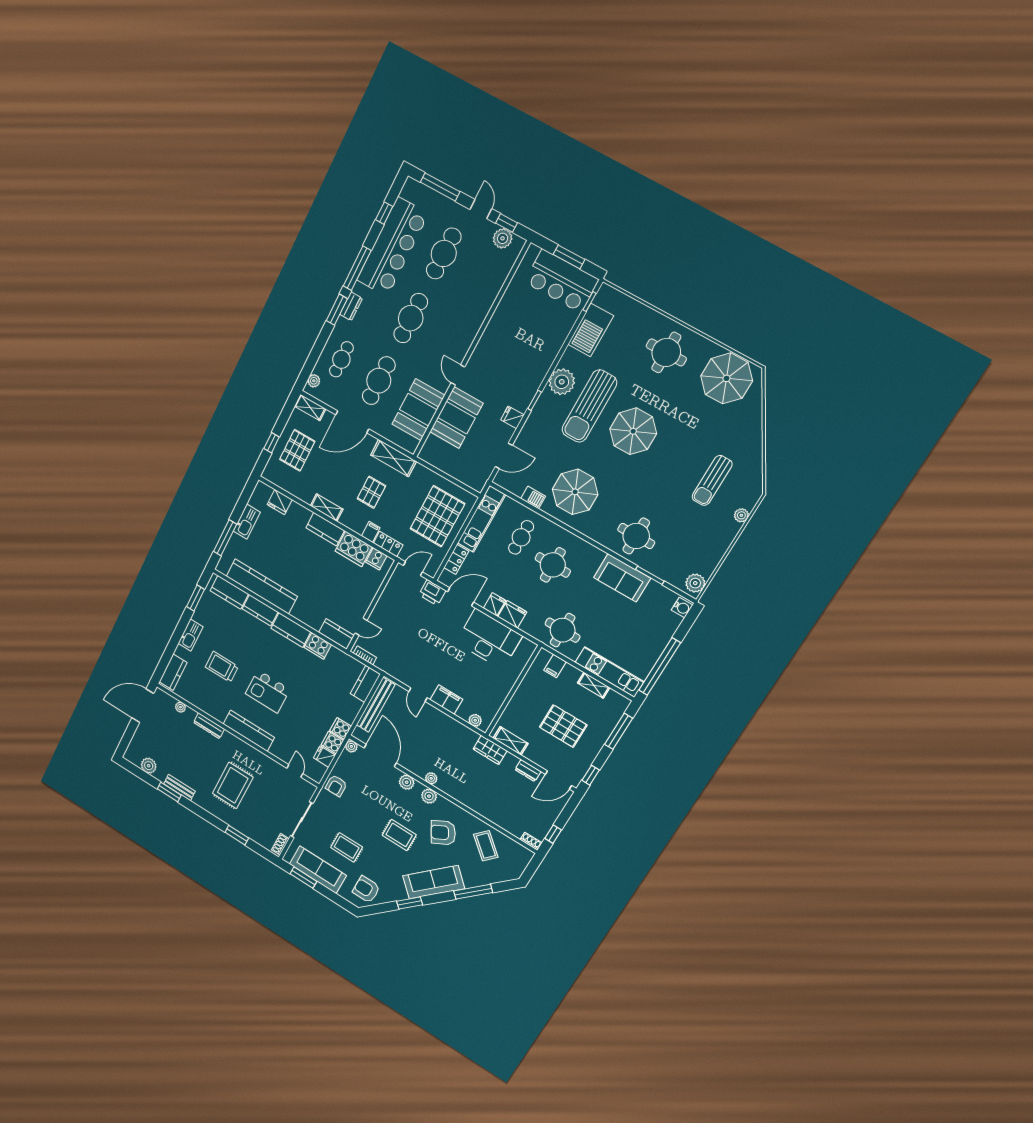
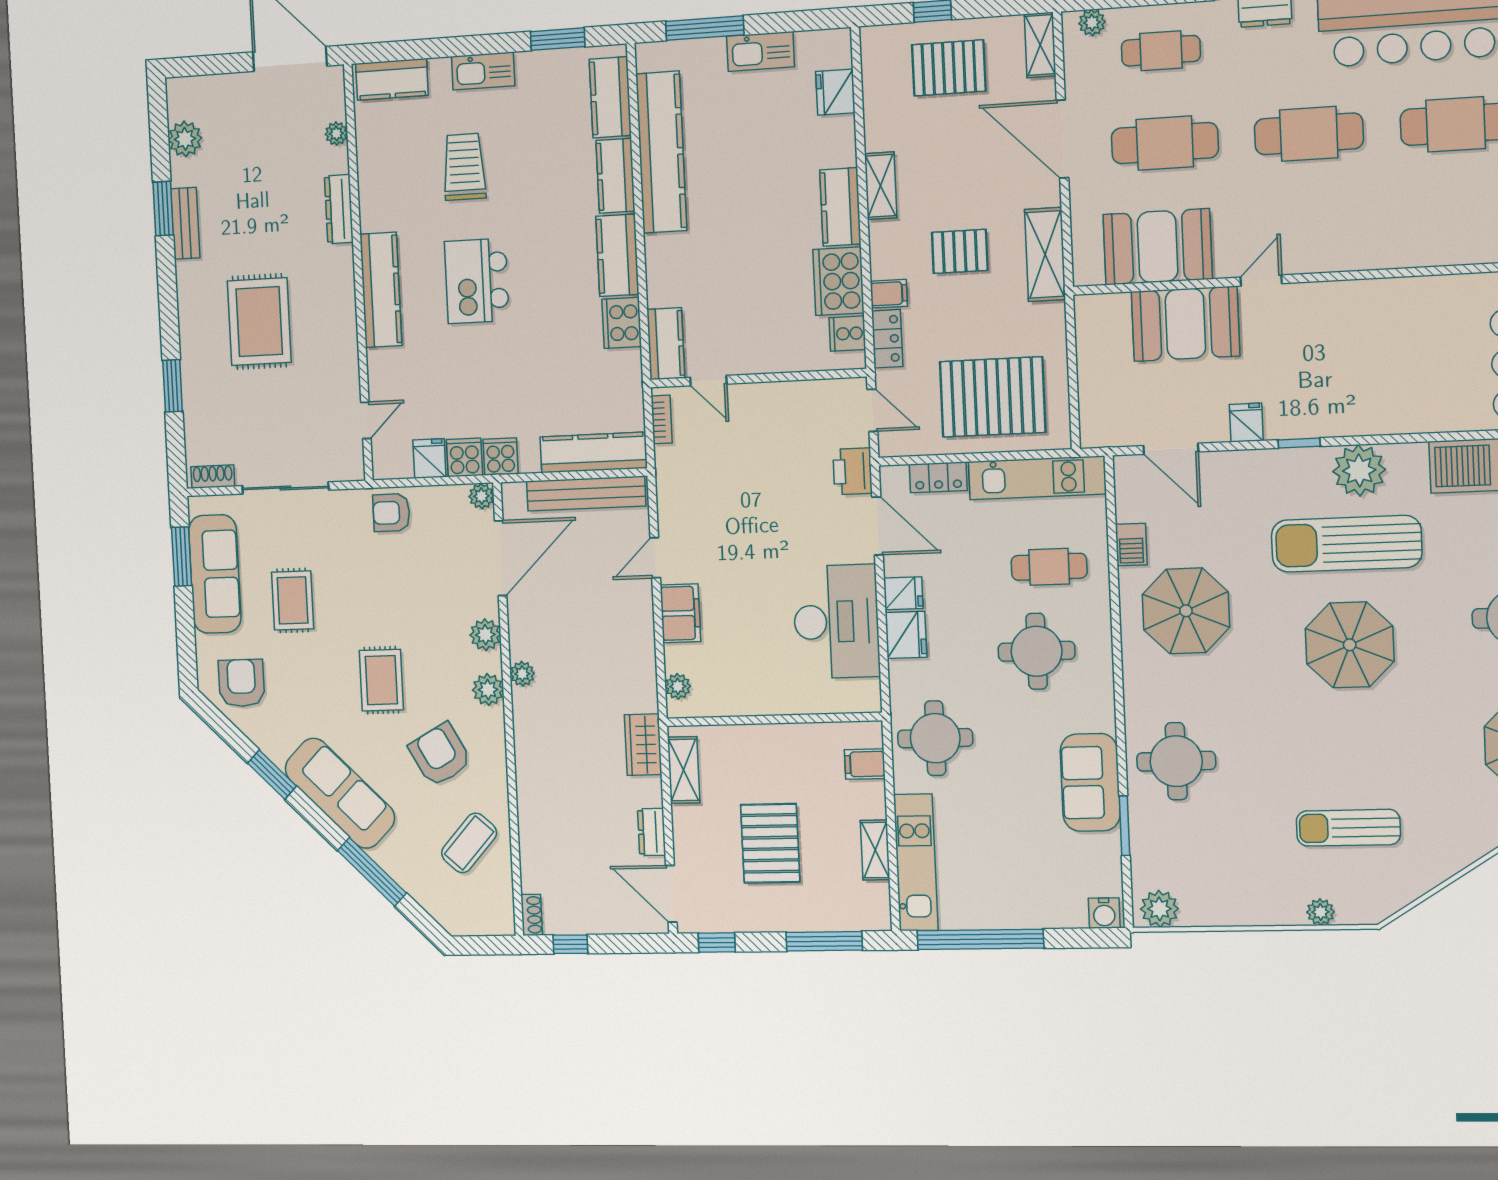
kitchen counter: (365, 684) -> (594, 452), width x1.50
rug: (233, 785) -> (259, 322), turned 90

